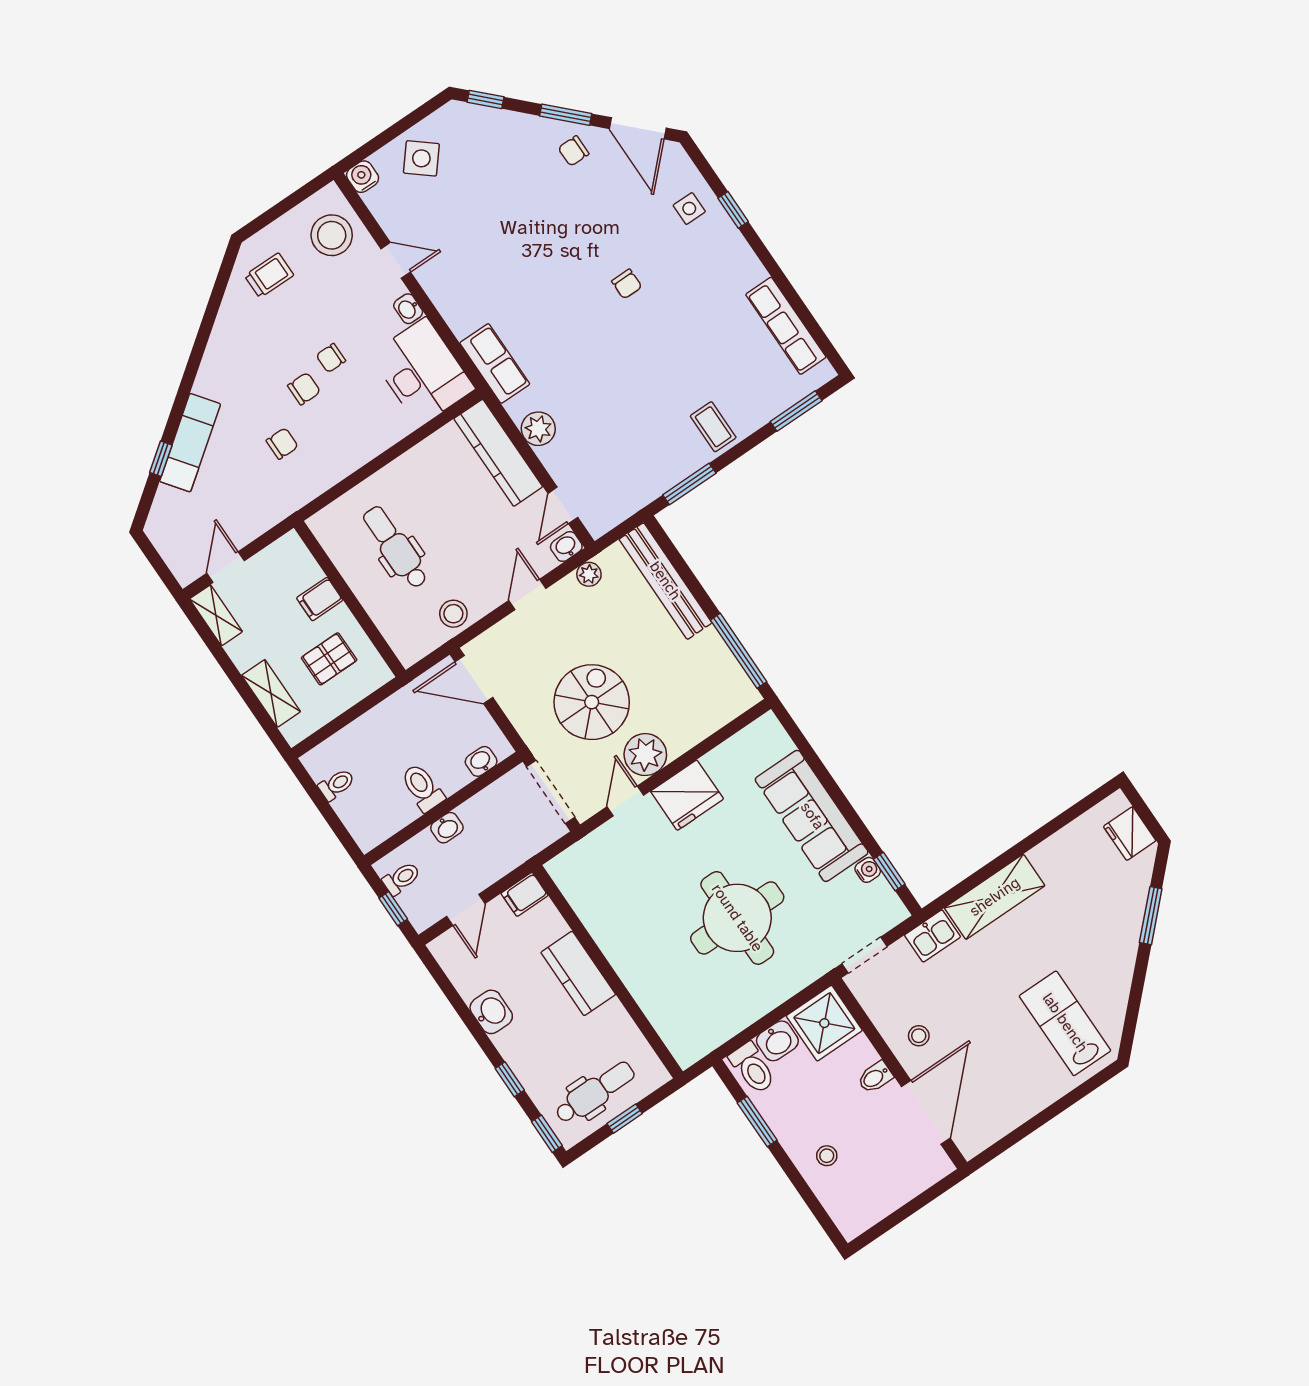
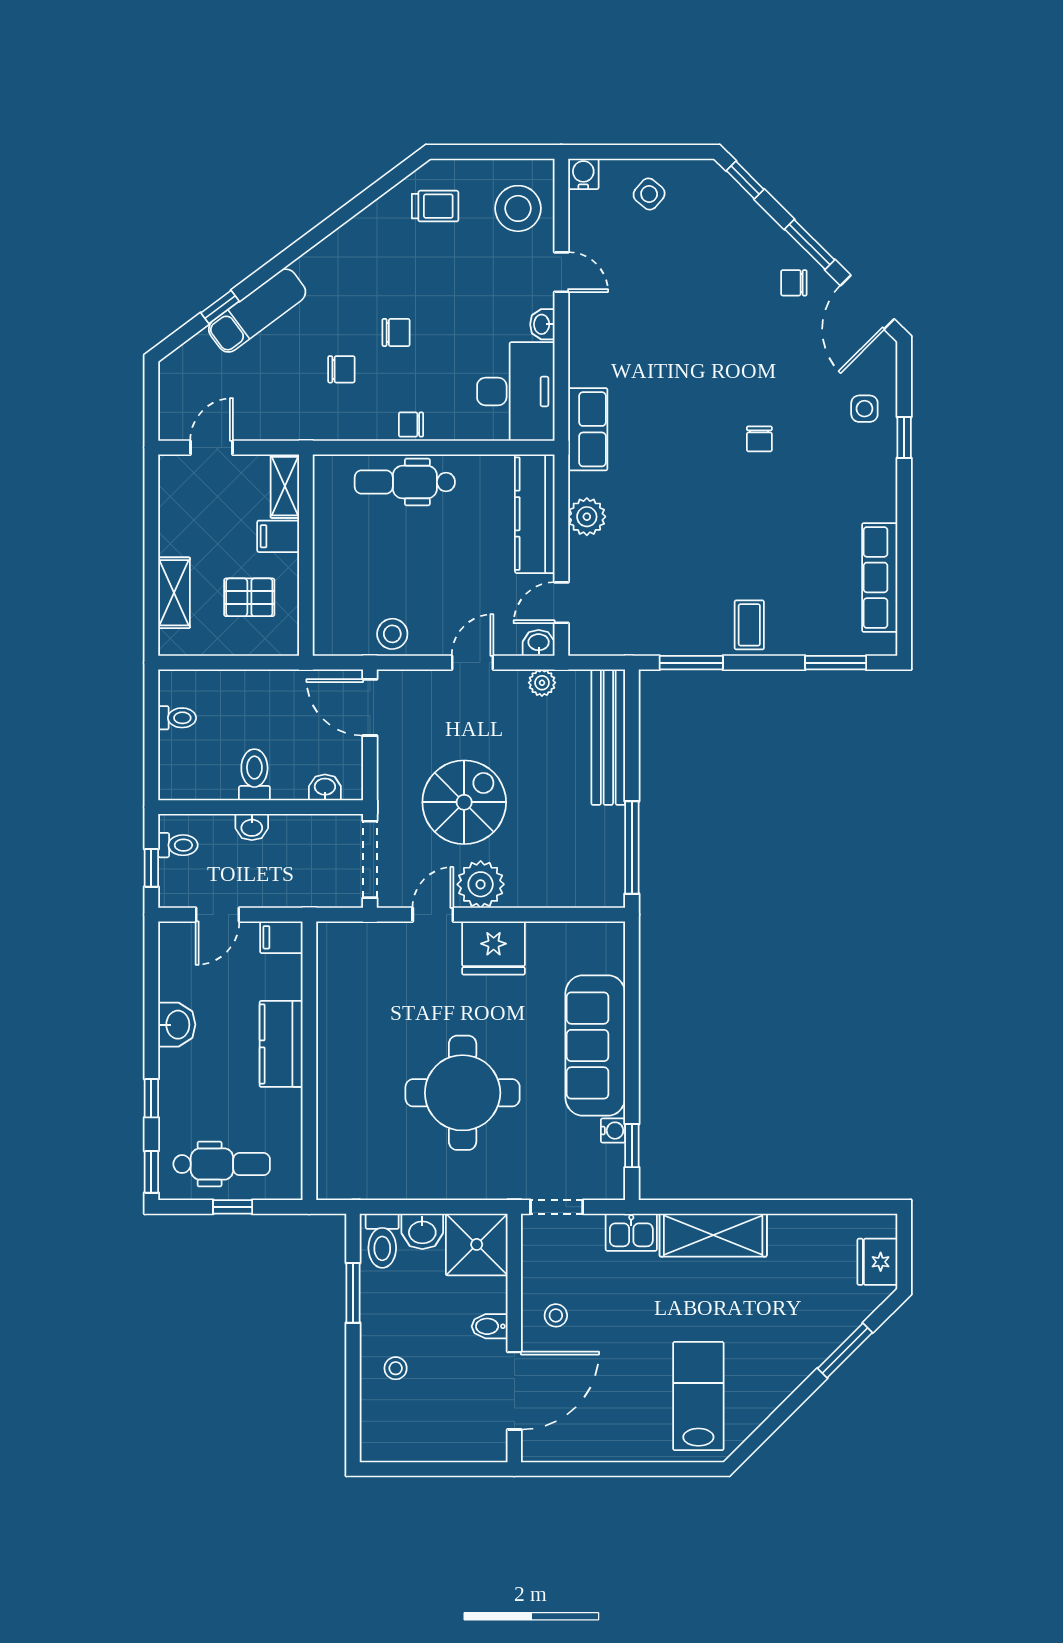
side table: (421, 158) -> (649, 194), width x0.73, depth x0.73
chair: (331, 358) -> (411, 424), moved
dental chair: (395, 547) -> (405, 482), moved, turned -90
shelving: (216, 615) -> (285, 486), moved

